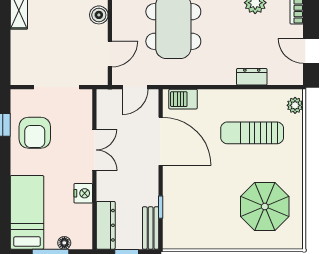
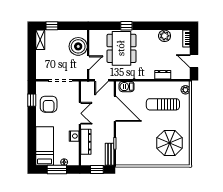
boiler: (99, 15) -> (78, 46), width x1.86, depth x1.86
dresser: (106, 225) -> (86, 142), moved

